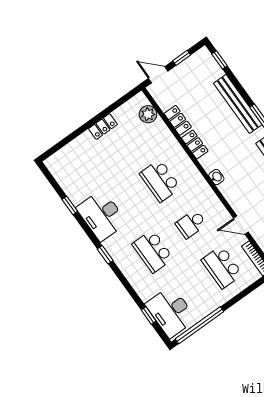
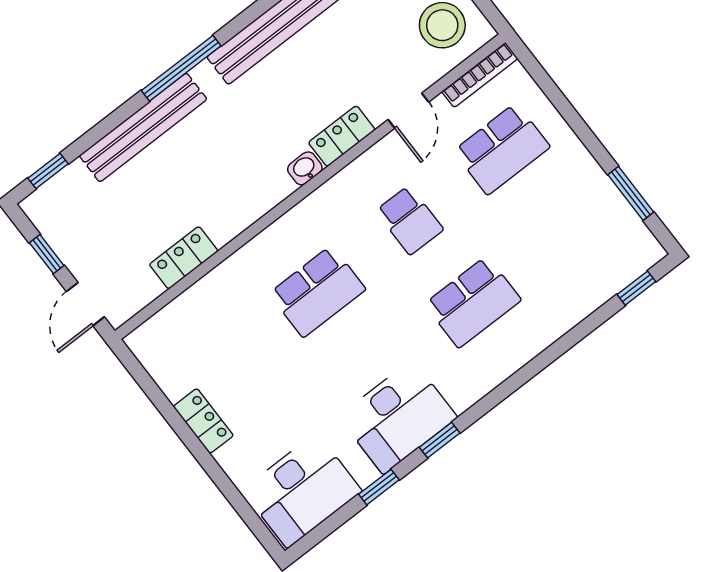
plant: (148, 114) -> (173, 323), removed
locker: (195, 145) -> (342, 136), moved
window: (105, 255) -> (440, 440), moved
desk: (171, 312) -> (302, 491), moved
window: (149, 316) -> (636, 288), moved
window: (200, 325) -> (631, 193), width x0.47

